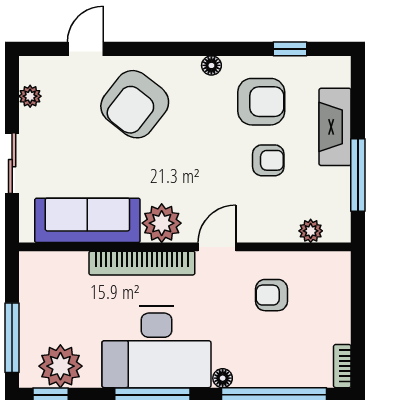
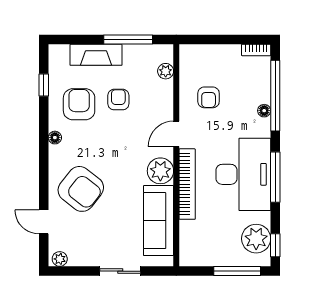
plant: (30, 96) -> (60, 259), moved
door: (217, 247) -> (176, 134), hinge flipped
floor lamp: (223, 378) -> (264, 111), moved

